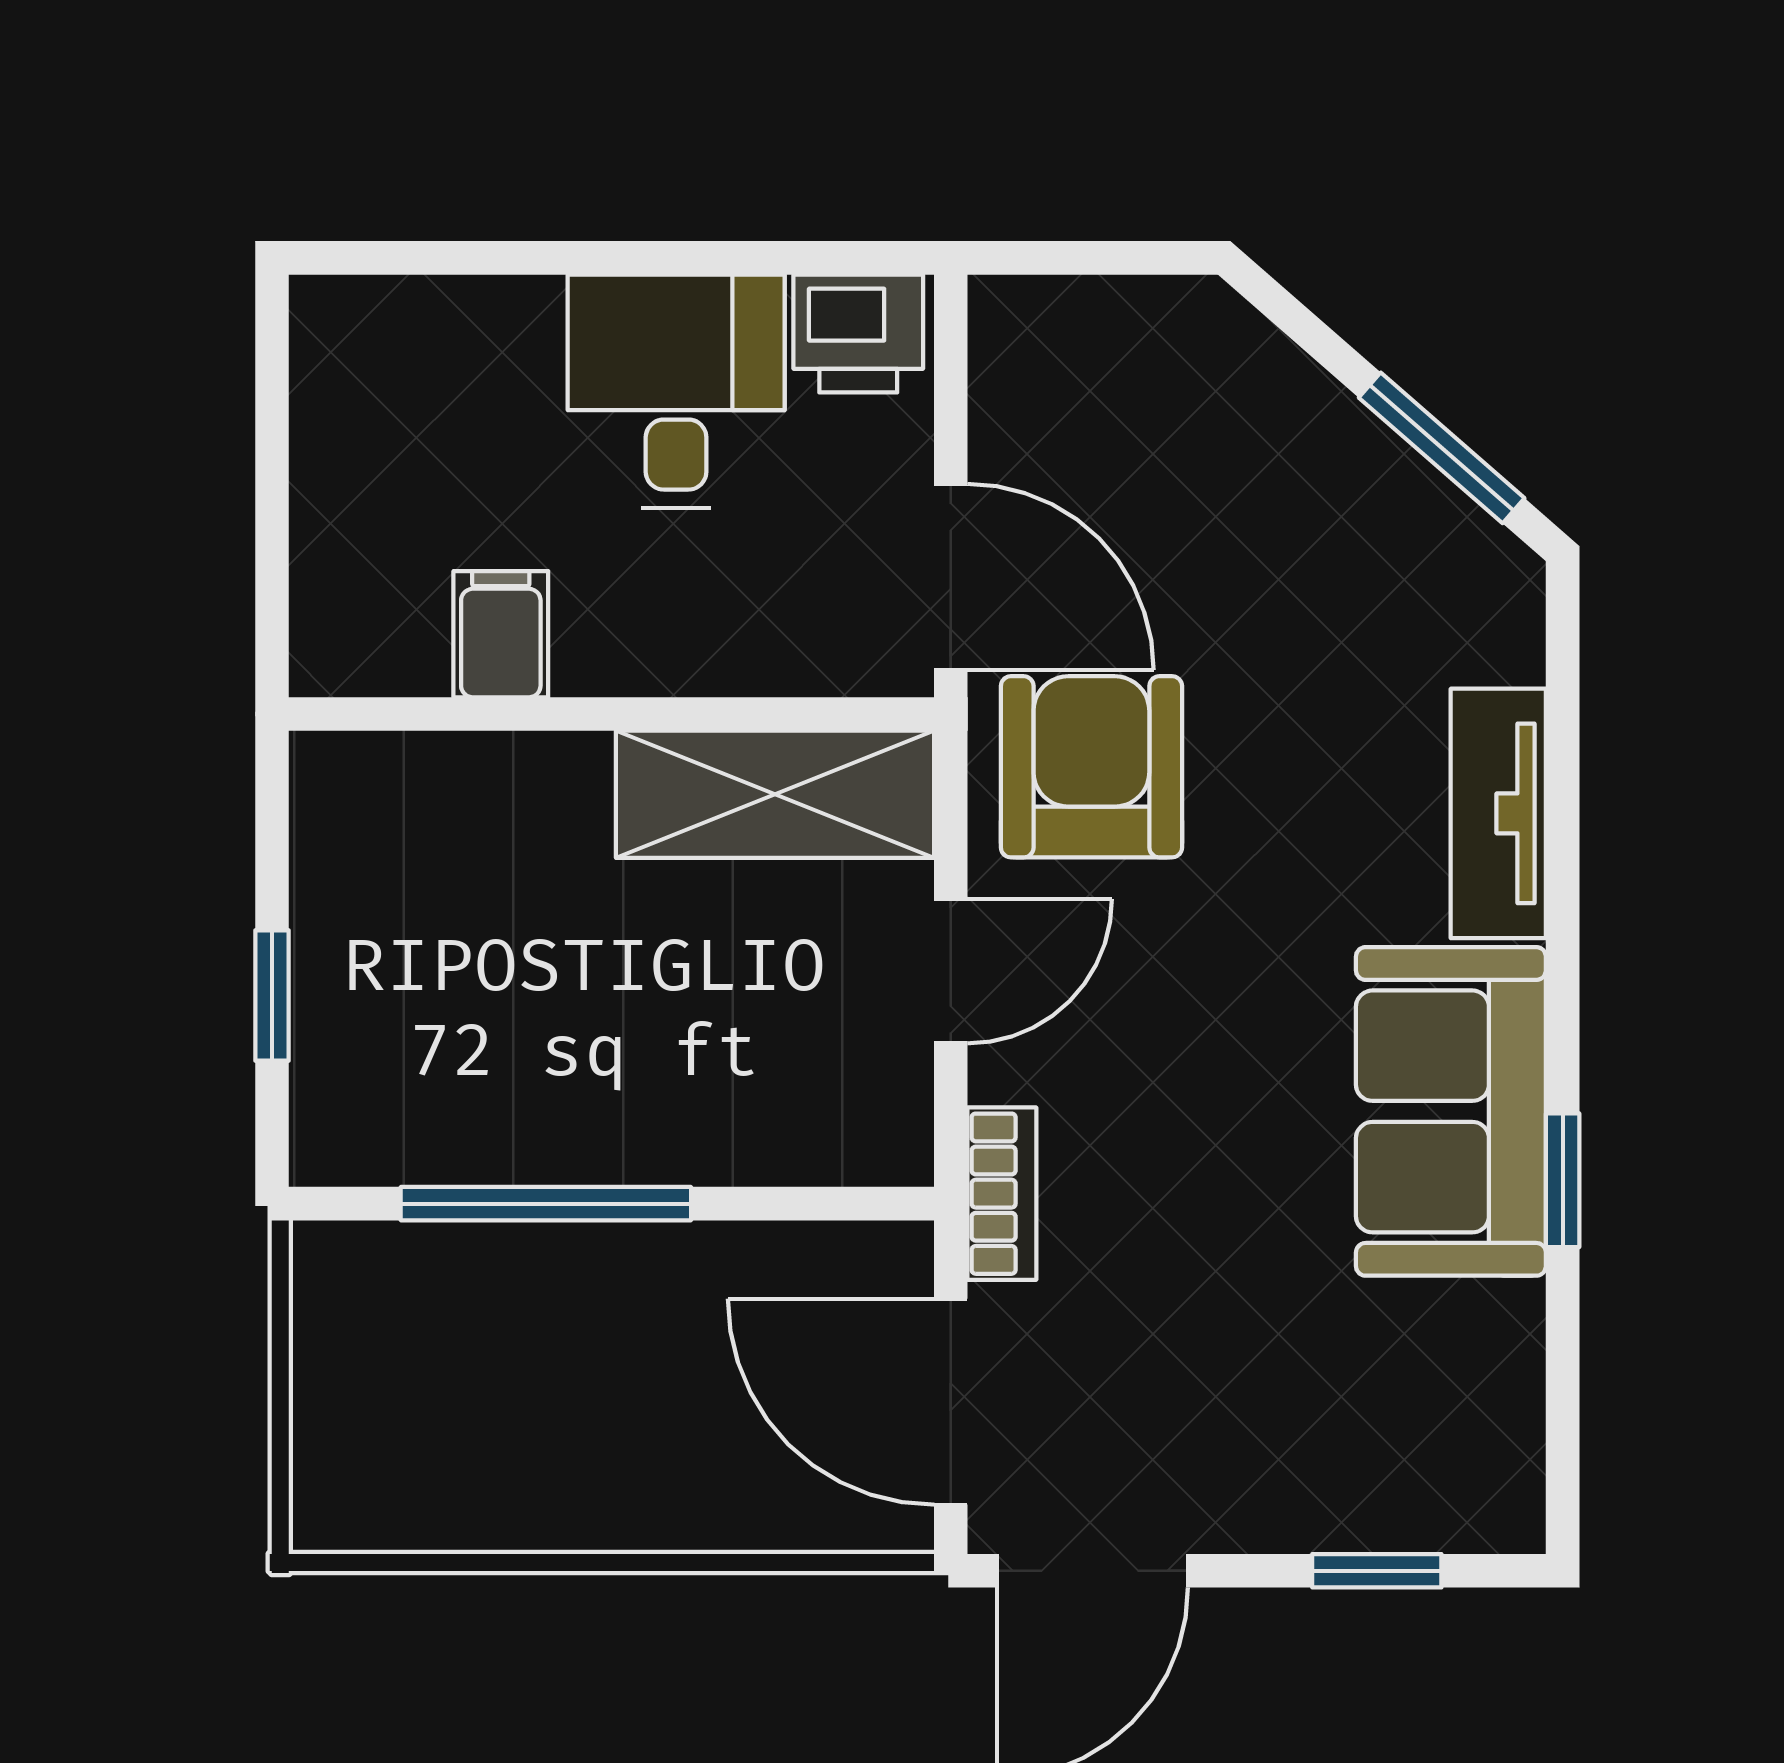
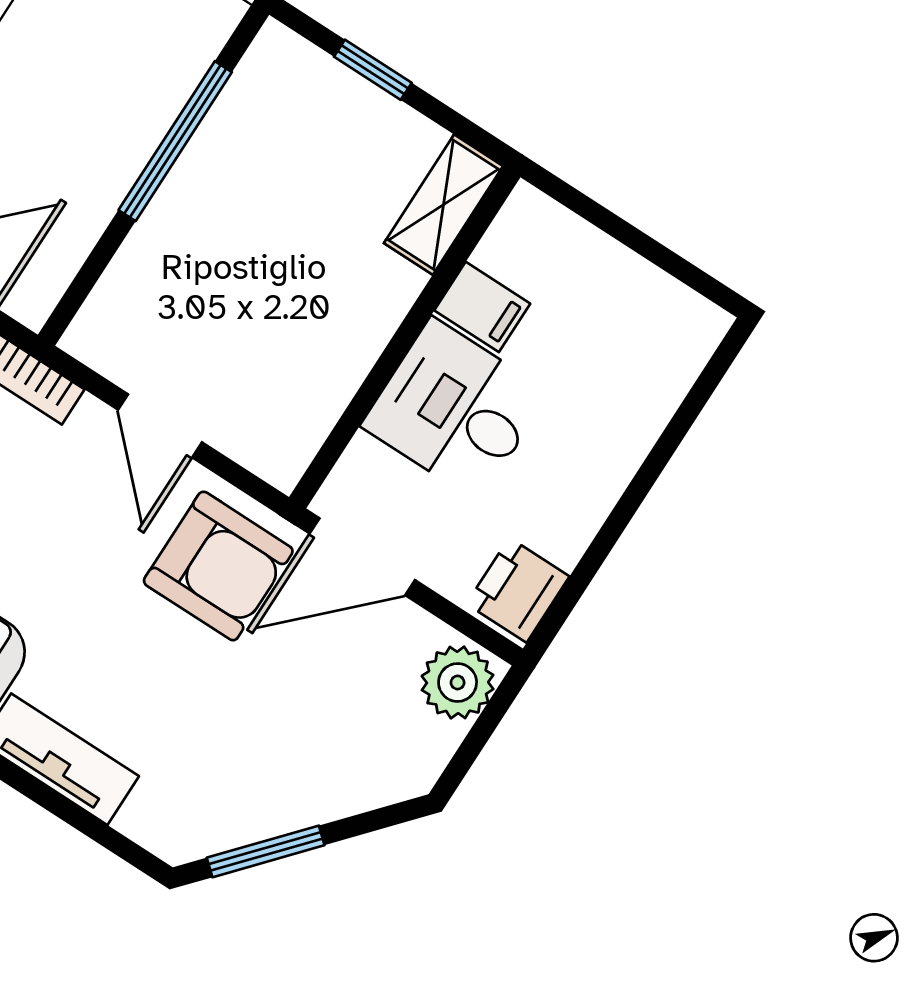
plant: (1039, 334) -> (458, 682), added
desk: (676, 391) -> (455, 409), moved, turned 180
shelving: (775, 794) -> (443, 205), moved, width x0.67, depth x0.75

